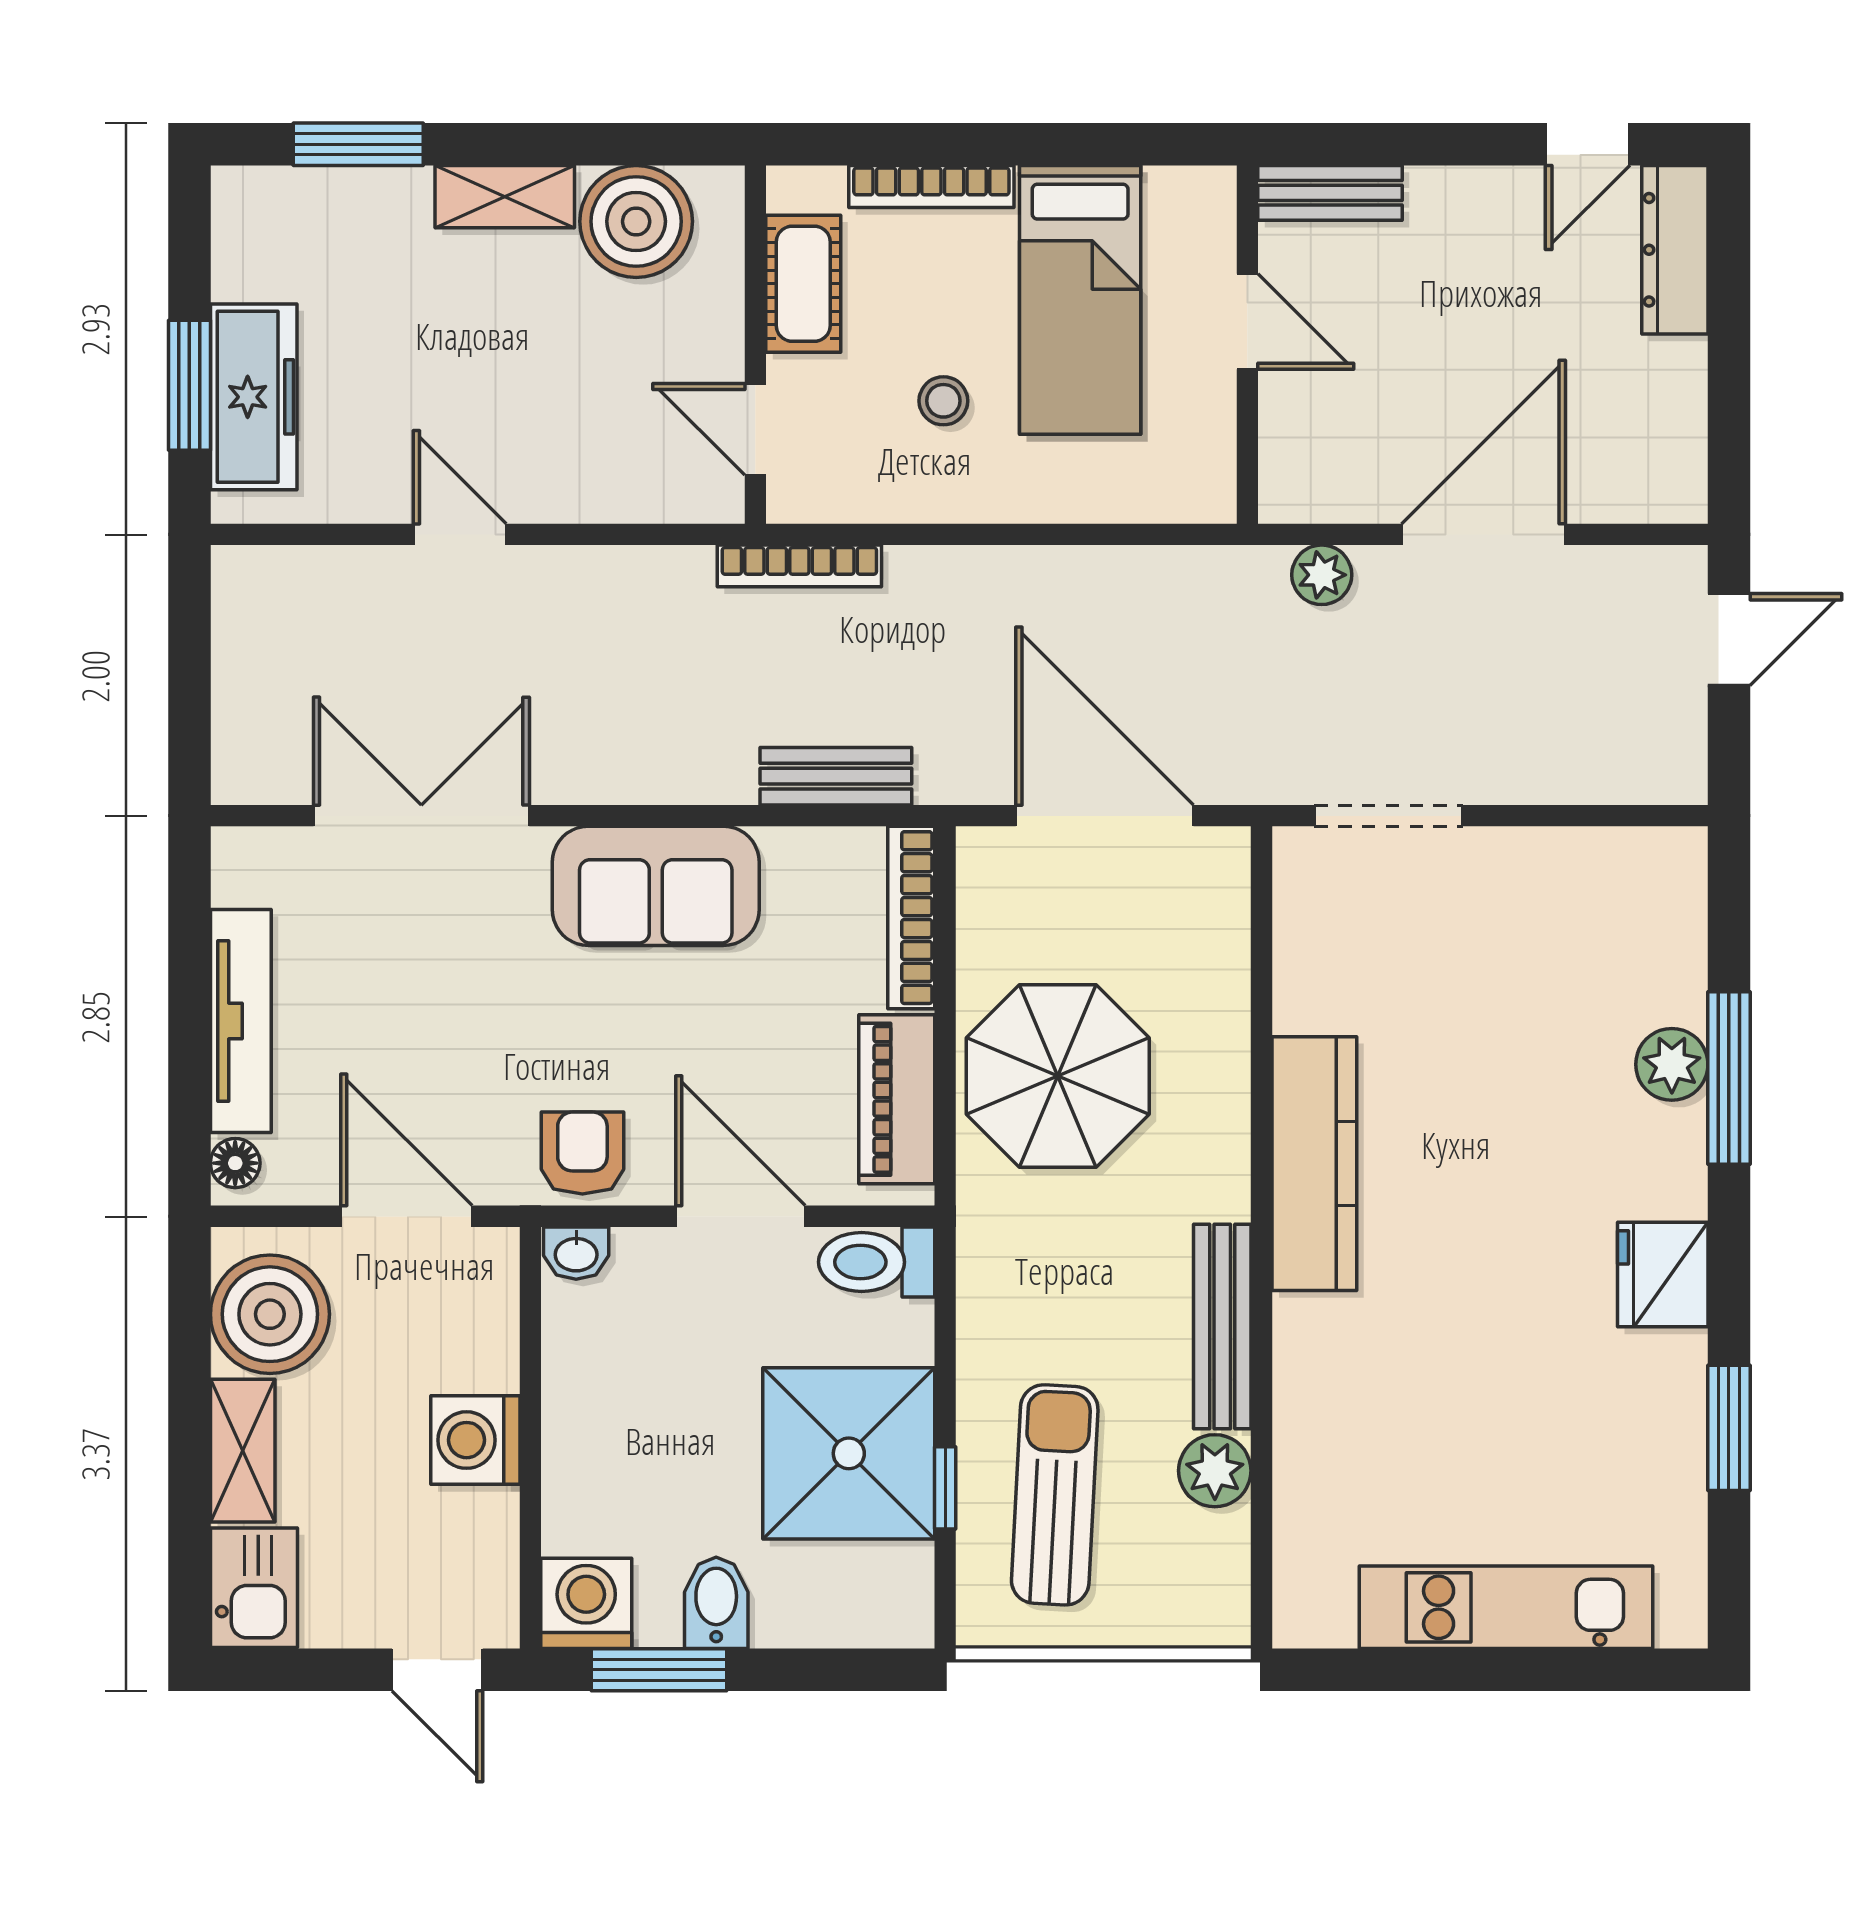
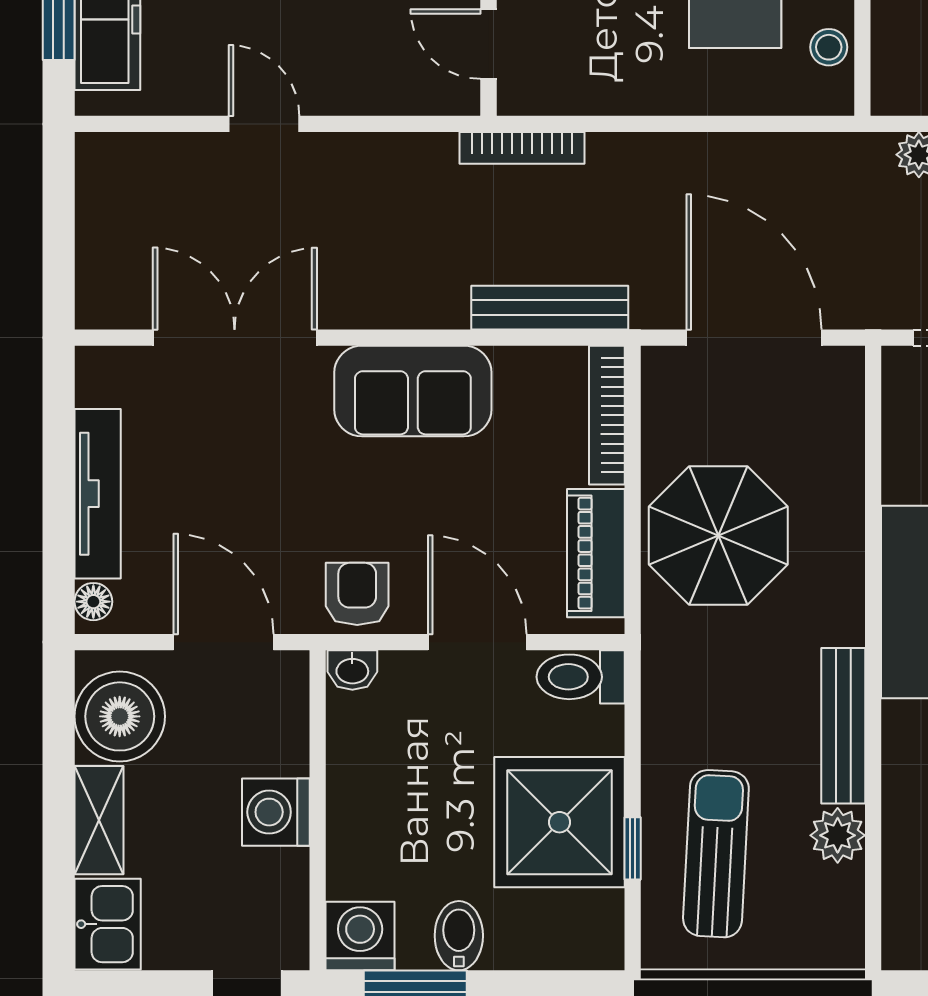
stool: (943, 401) -> (829, 47), moved
bench: (836, 776) -> (550, 308), width x1.36

